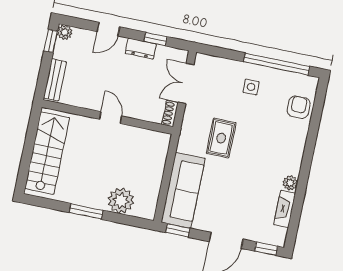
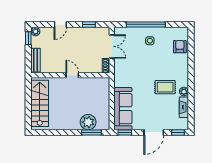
dresser: (141, 49) -> (81, 32), removed
window: (277, 64) -> (146, 24), moved
double door: (186, 83) -> (112, 46), swing flipped
rug: (221, 138) -> (165, 87), moved, turned 90
window: (86, 211) -> (92, 132), moved

